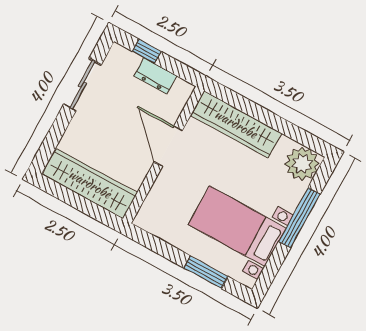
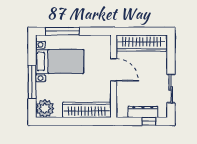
dresser: (155, 76) -> (143, 112), width x1.44
door: (168, 146) -> (114, 70), moved
window: (206, 272) -> (62, 31), width x1.44

